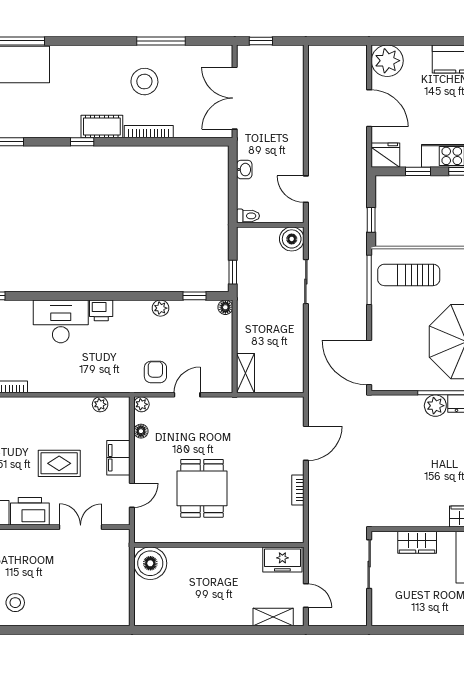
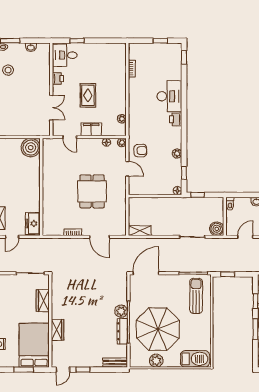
shelving: (246, 373) -> (140, 231), moved
dining table: (202, 488) -> (92, 191), moved, turned 90
printer: (30, 511) -> (58, 79), width x0.53, depth x0.68

